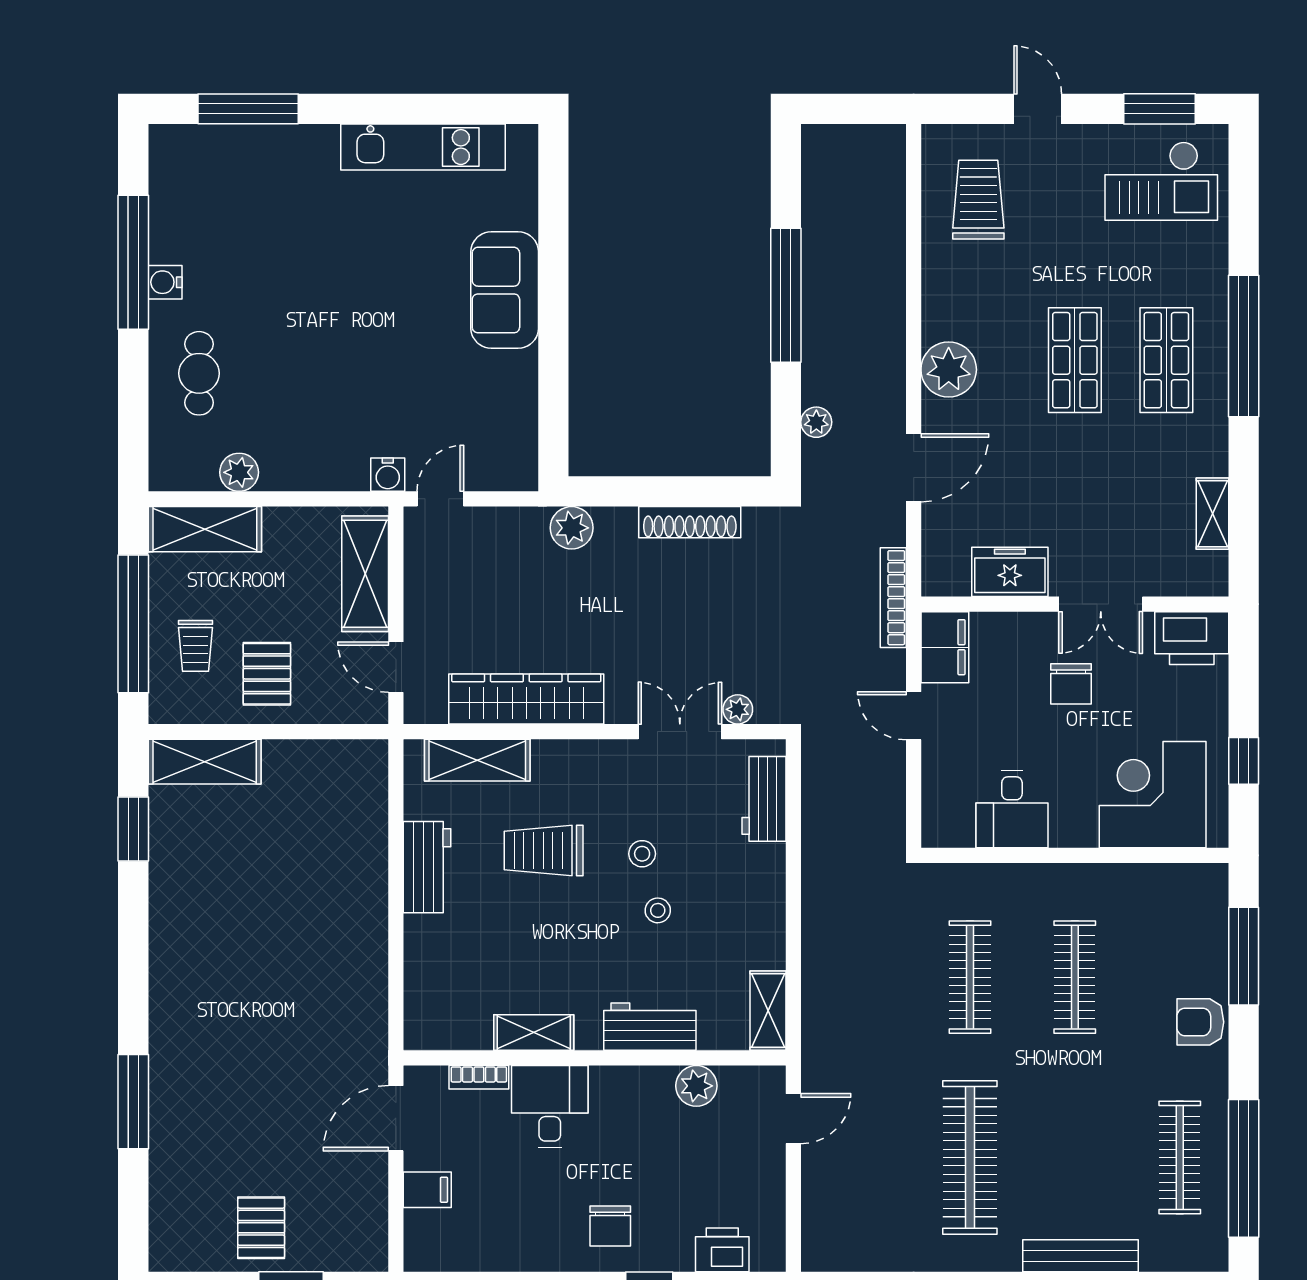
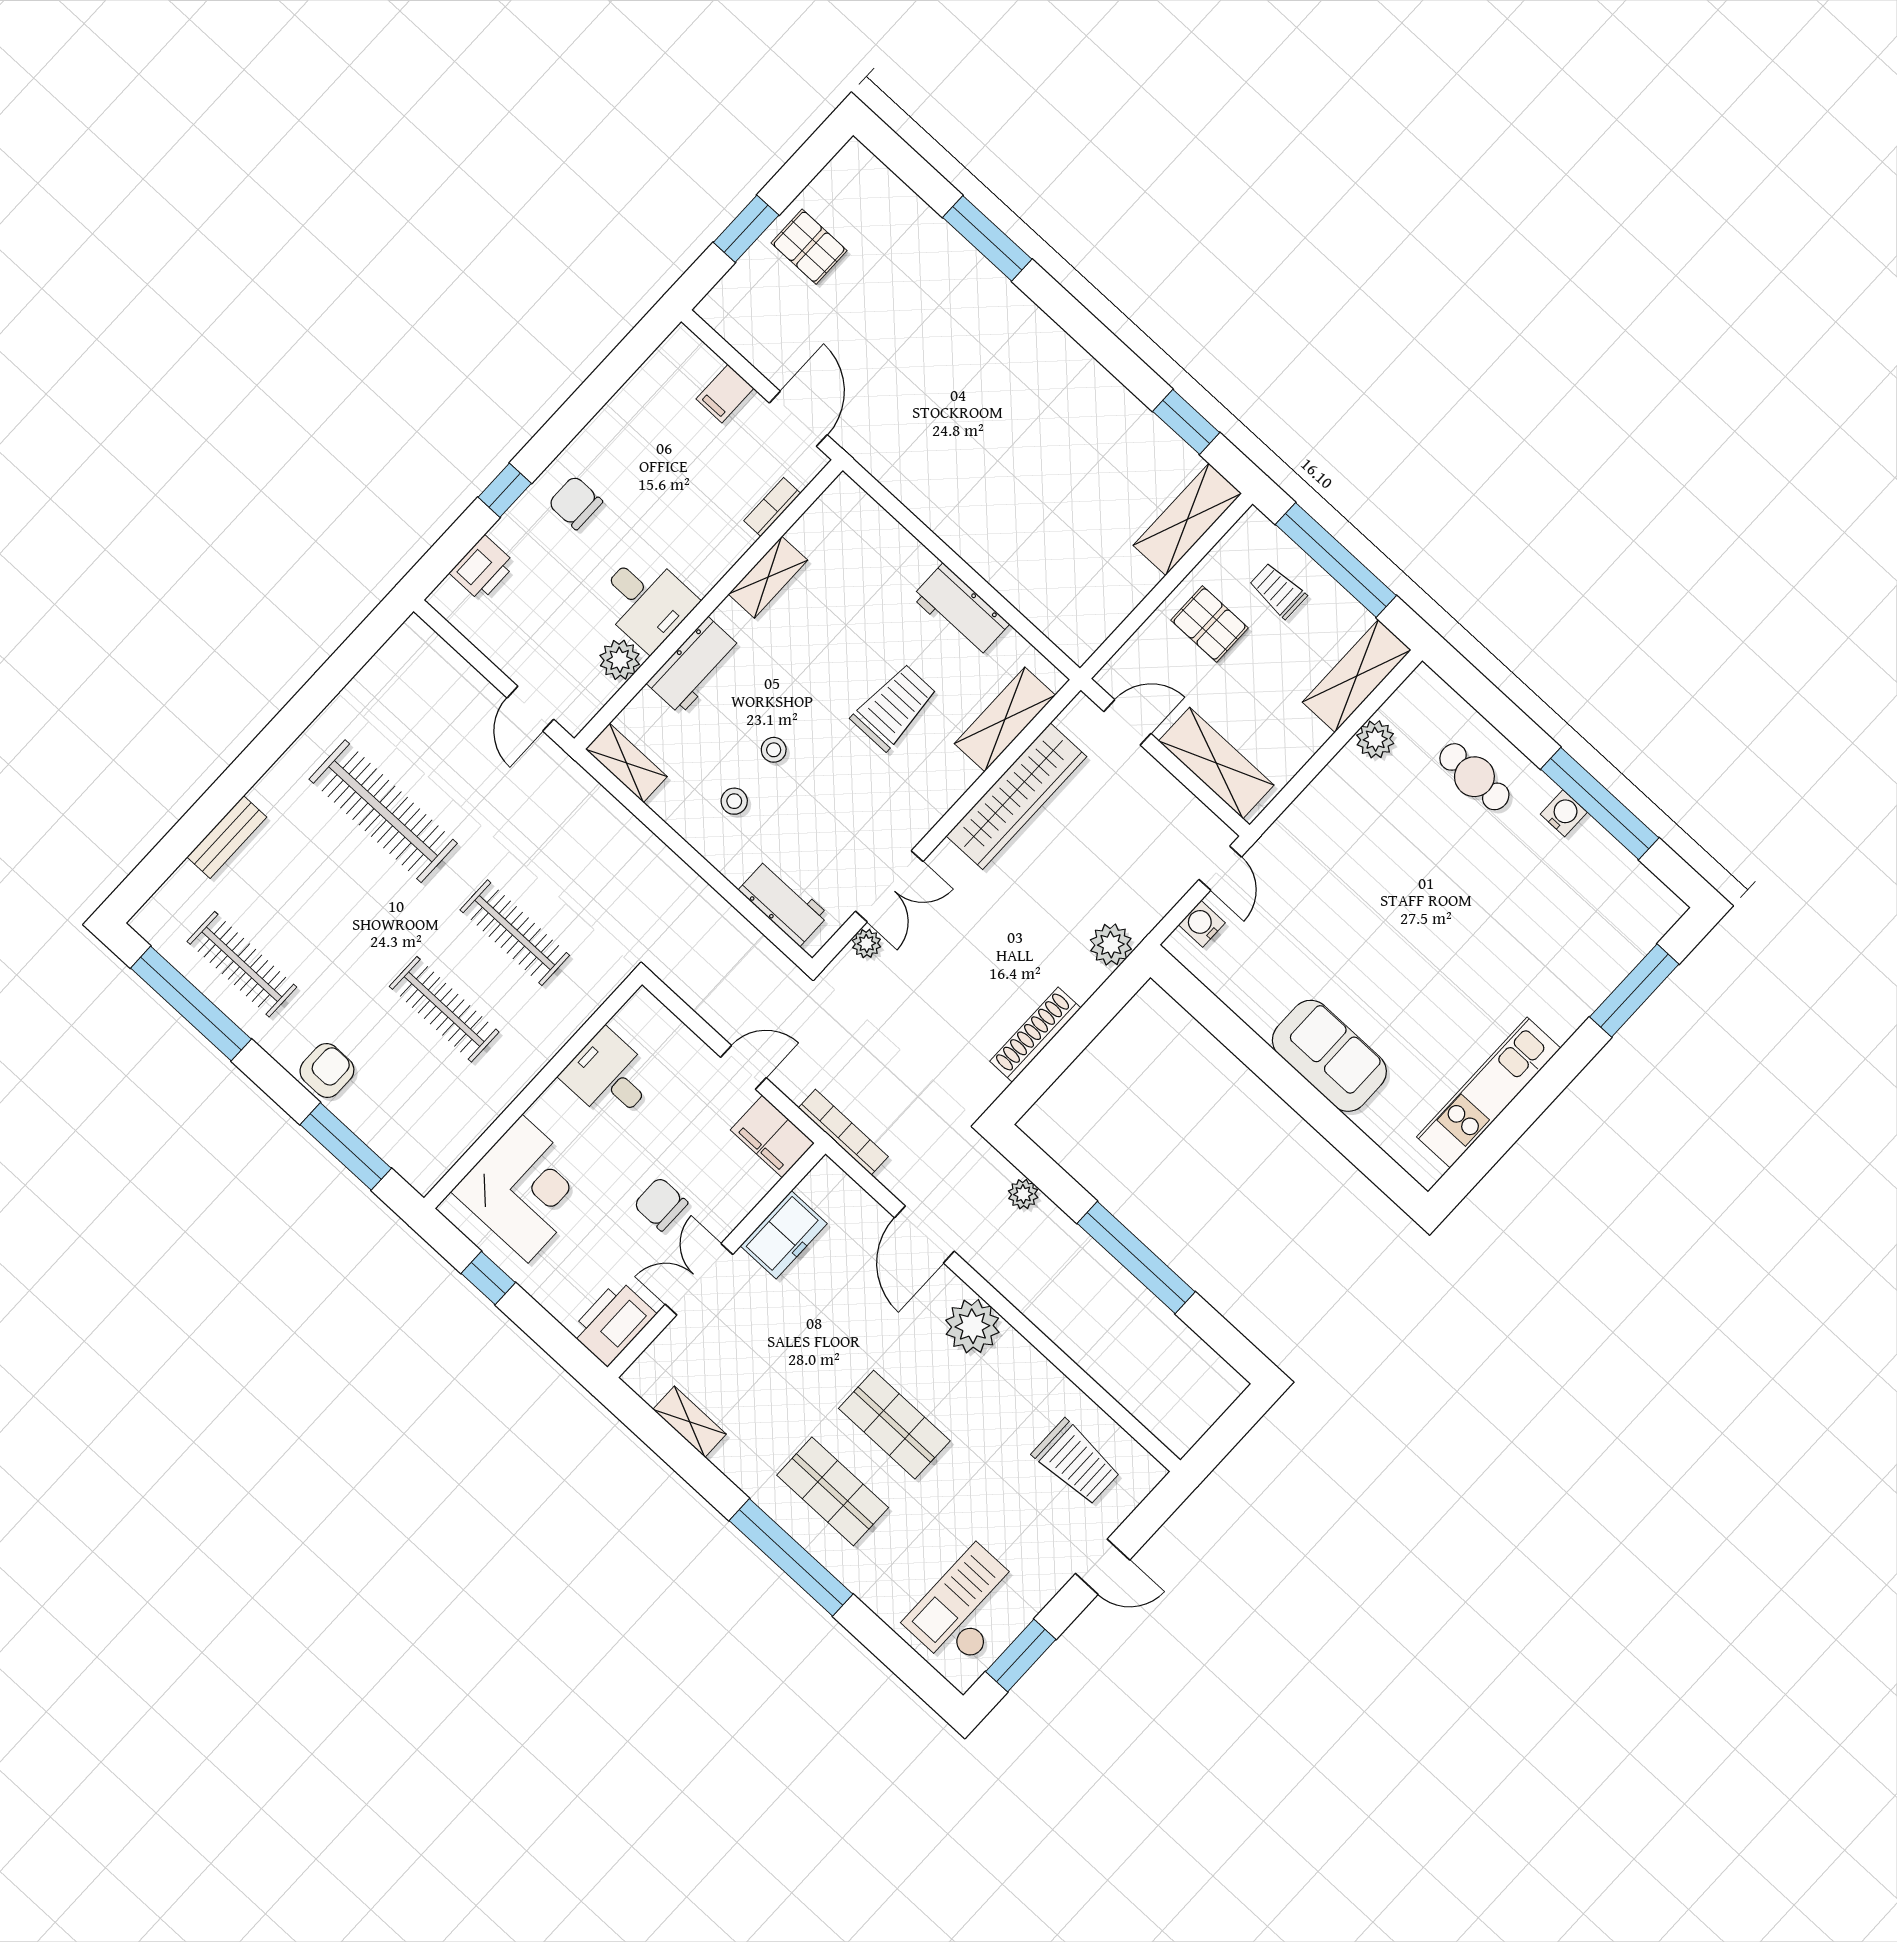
water cooler: (388, 475) -> (1202, 924), moved
stool: (642, 854) -> (734, 801), moved
desk: (550, 1107) -> (646, 601), moved
bench: (1080, 1256) -> (227, 837), width x0.73

